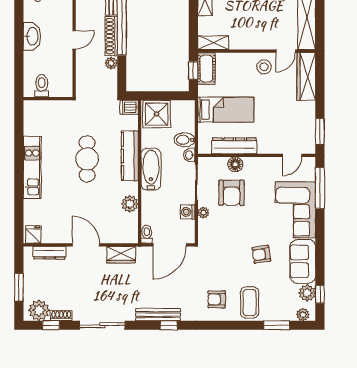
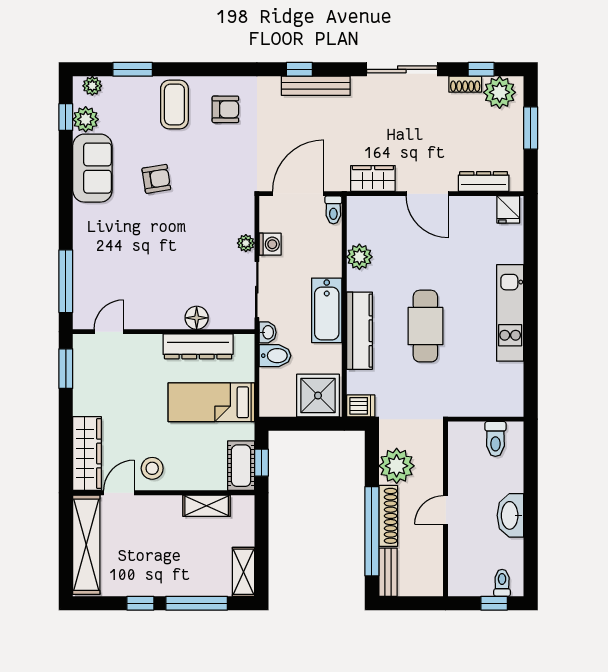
shelving: (213, 43) -> (207, 506), moved
plant: (111, 63) -> (397, 466), width x1.88, depth x1.88
armchair: (232, 193) -> (202, 274), removed
corner sofa: (295, 210) -> (104, 247), removed

